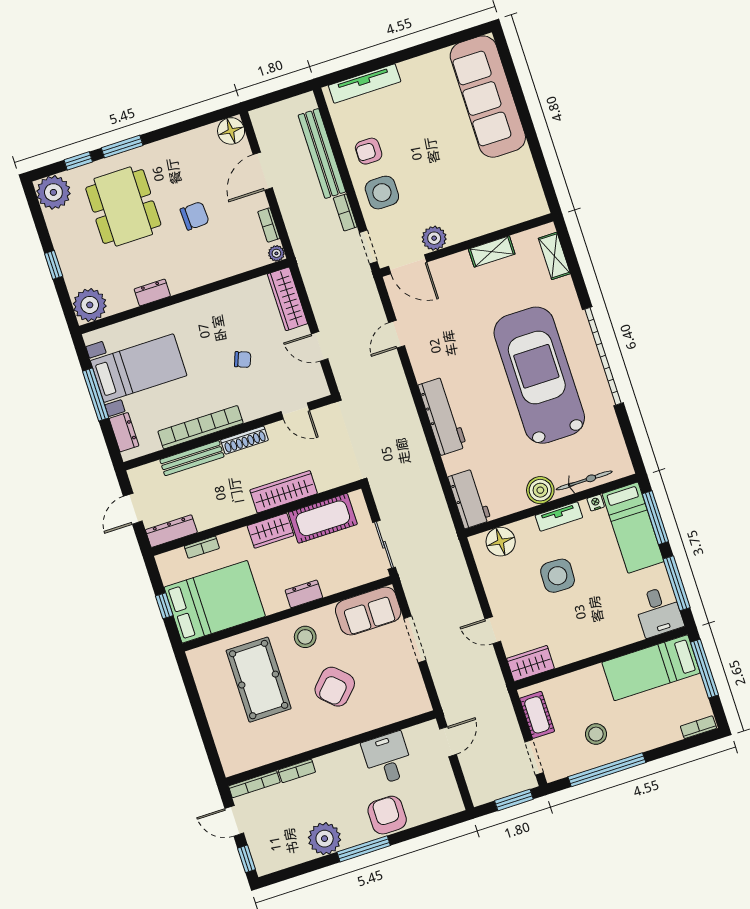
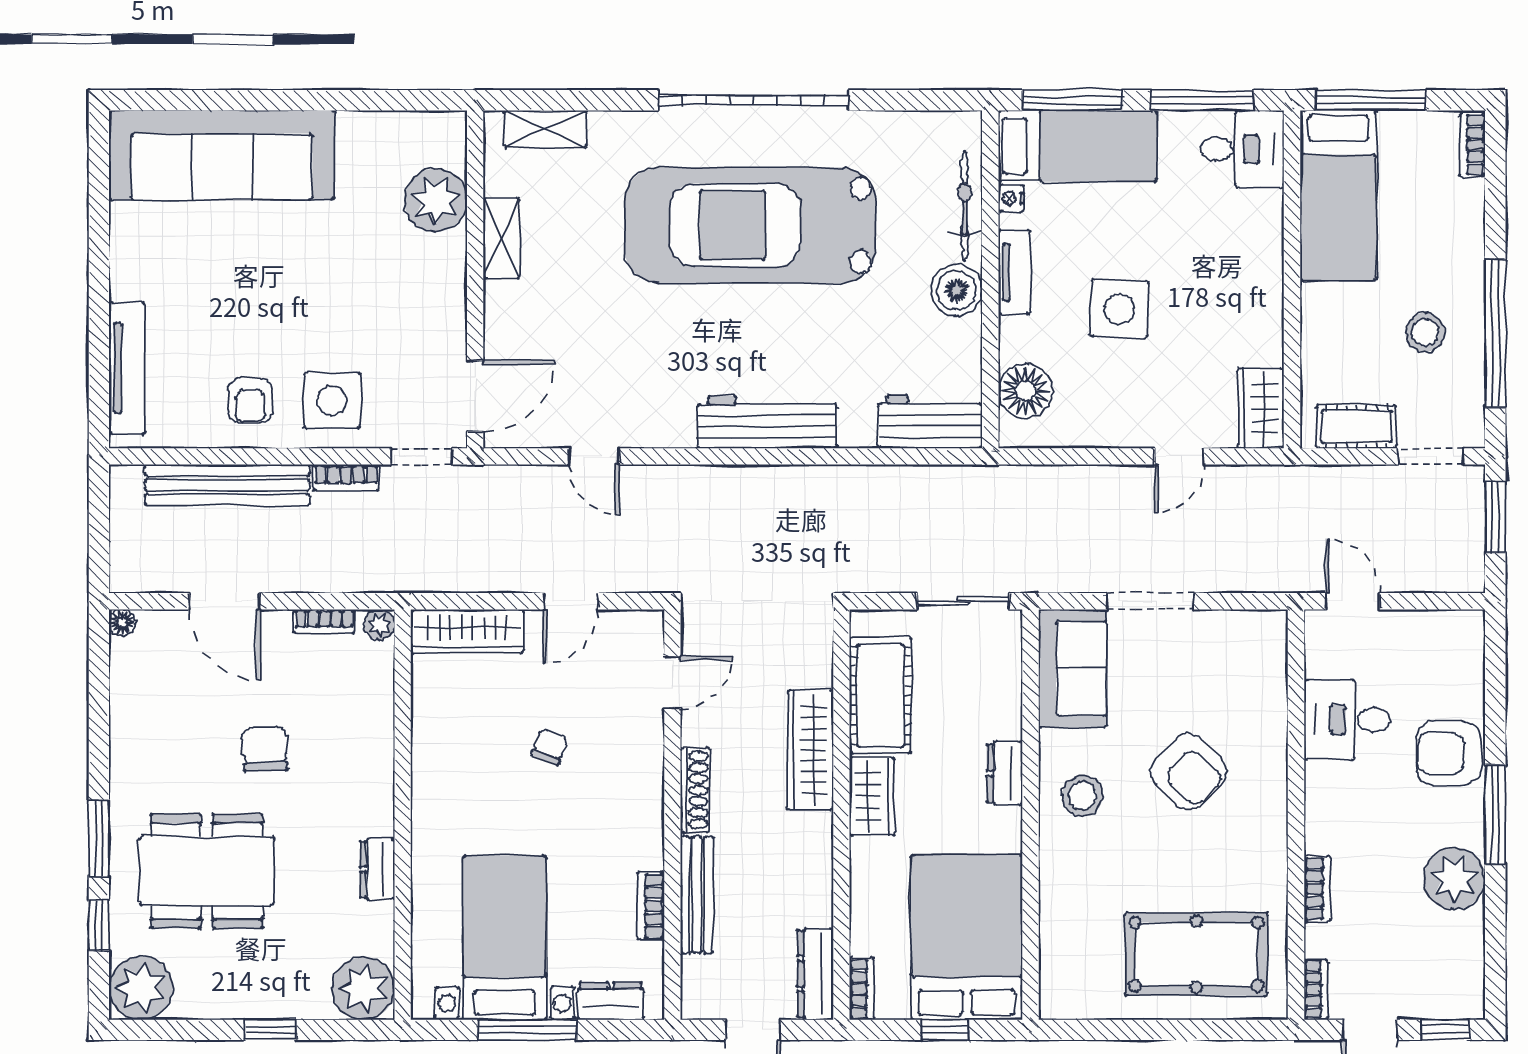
floor lamp: (231, 131) -> (122, 623), width x0.53, depth x0.53
plant: (434, 238) -> (436, 200), moved, width x1.36, depth x1.36
bookcase: (201, 427) -> (651, 906), width x0.43, depth x0.76
bookcase: (202, 547) -> (862, 989), moved
pool table: (259, 680) -> (1196, 954), moved
bookcase: (254, 784) -> (1316, 989), width x0.64

